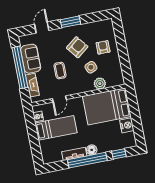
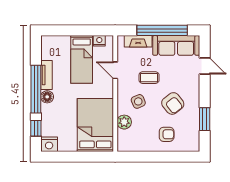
window: (70, 22) -> (205, 119), moved
sofa: (31, 59) -> (176, 45), width x1.36
side table: (91, 67) -> (138, 101), moved
nightstand: (127, 125) -> (49, 144), moved

